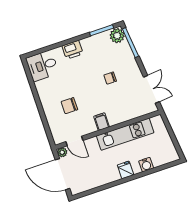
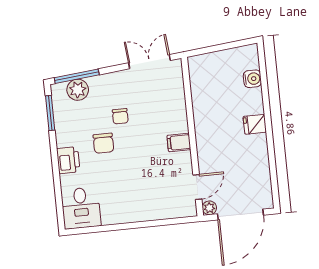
plant: (117, 36) -> (78, 90), moved
chair: (69, 106) -> (103, 143), moved
kitchen unit: (125, 134) -> (204, 113), removed
water cooler: (146, 165) -> (252, 79), moved

